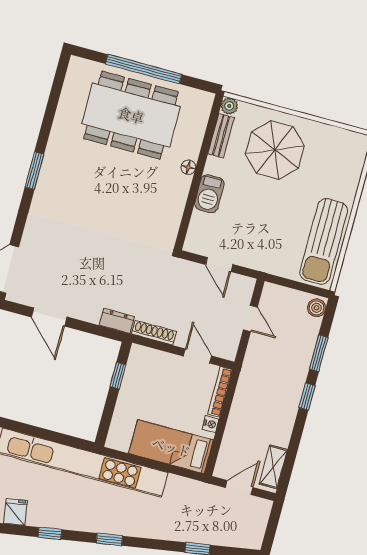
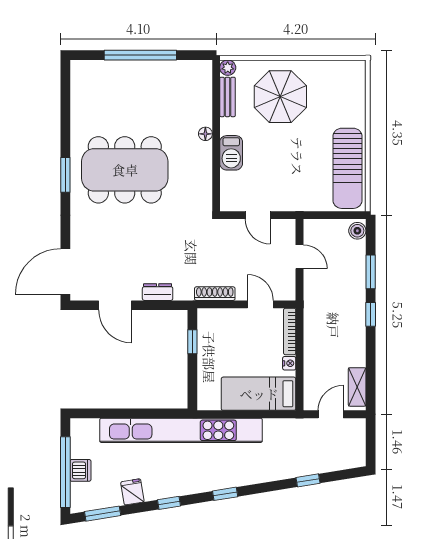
dining table: (131, 115) -> (125, 170), moved
dresser: (117, 321) -> (158, 292), moved

